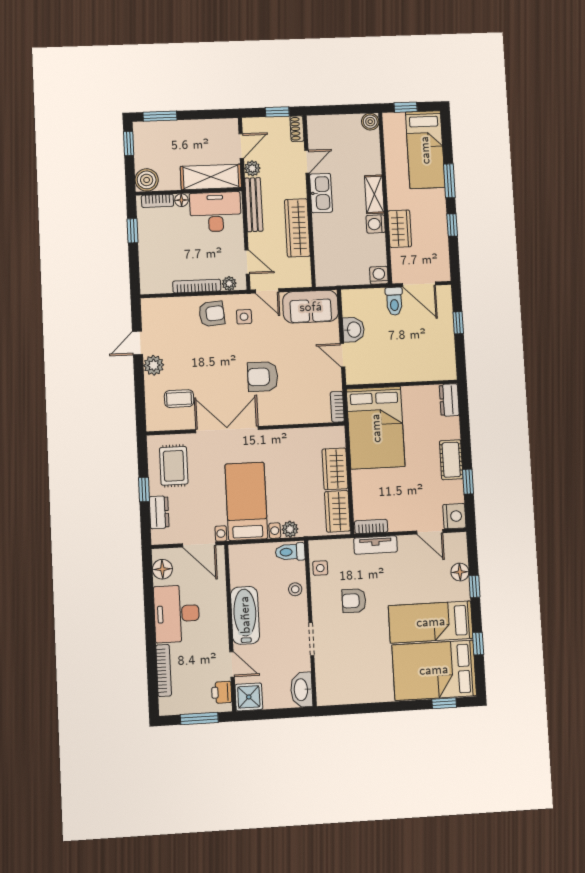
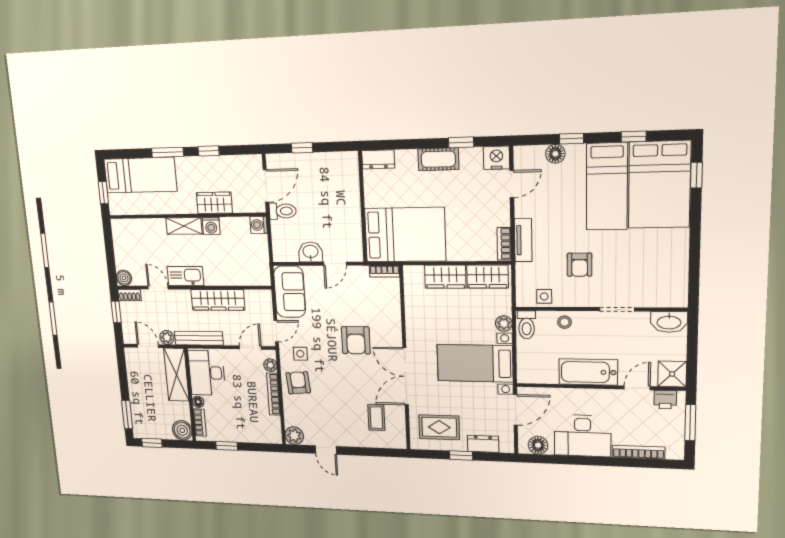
boiler: (370, 122) -> (124, 278), moved
plant: (154, 365) -> (294, 436), moved

